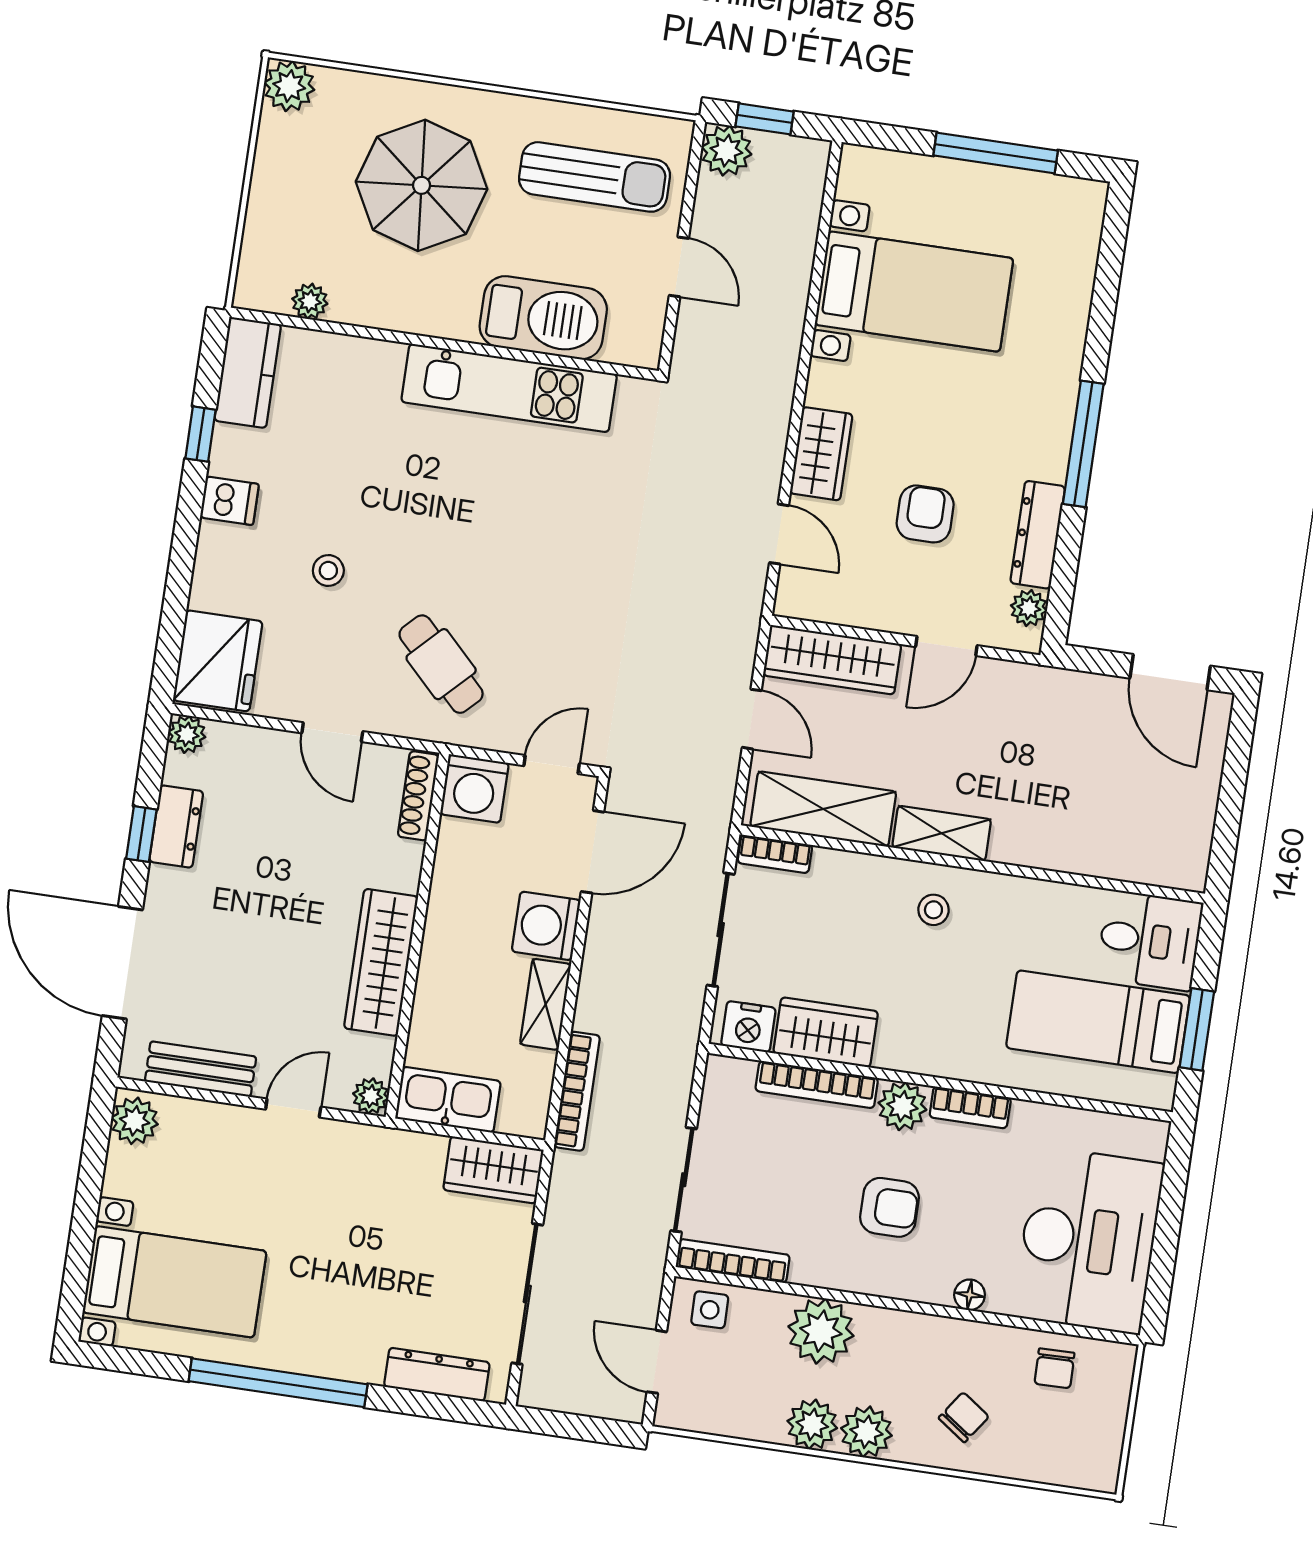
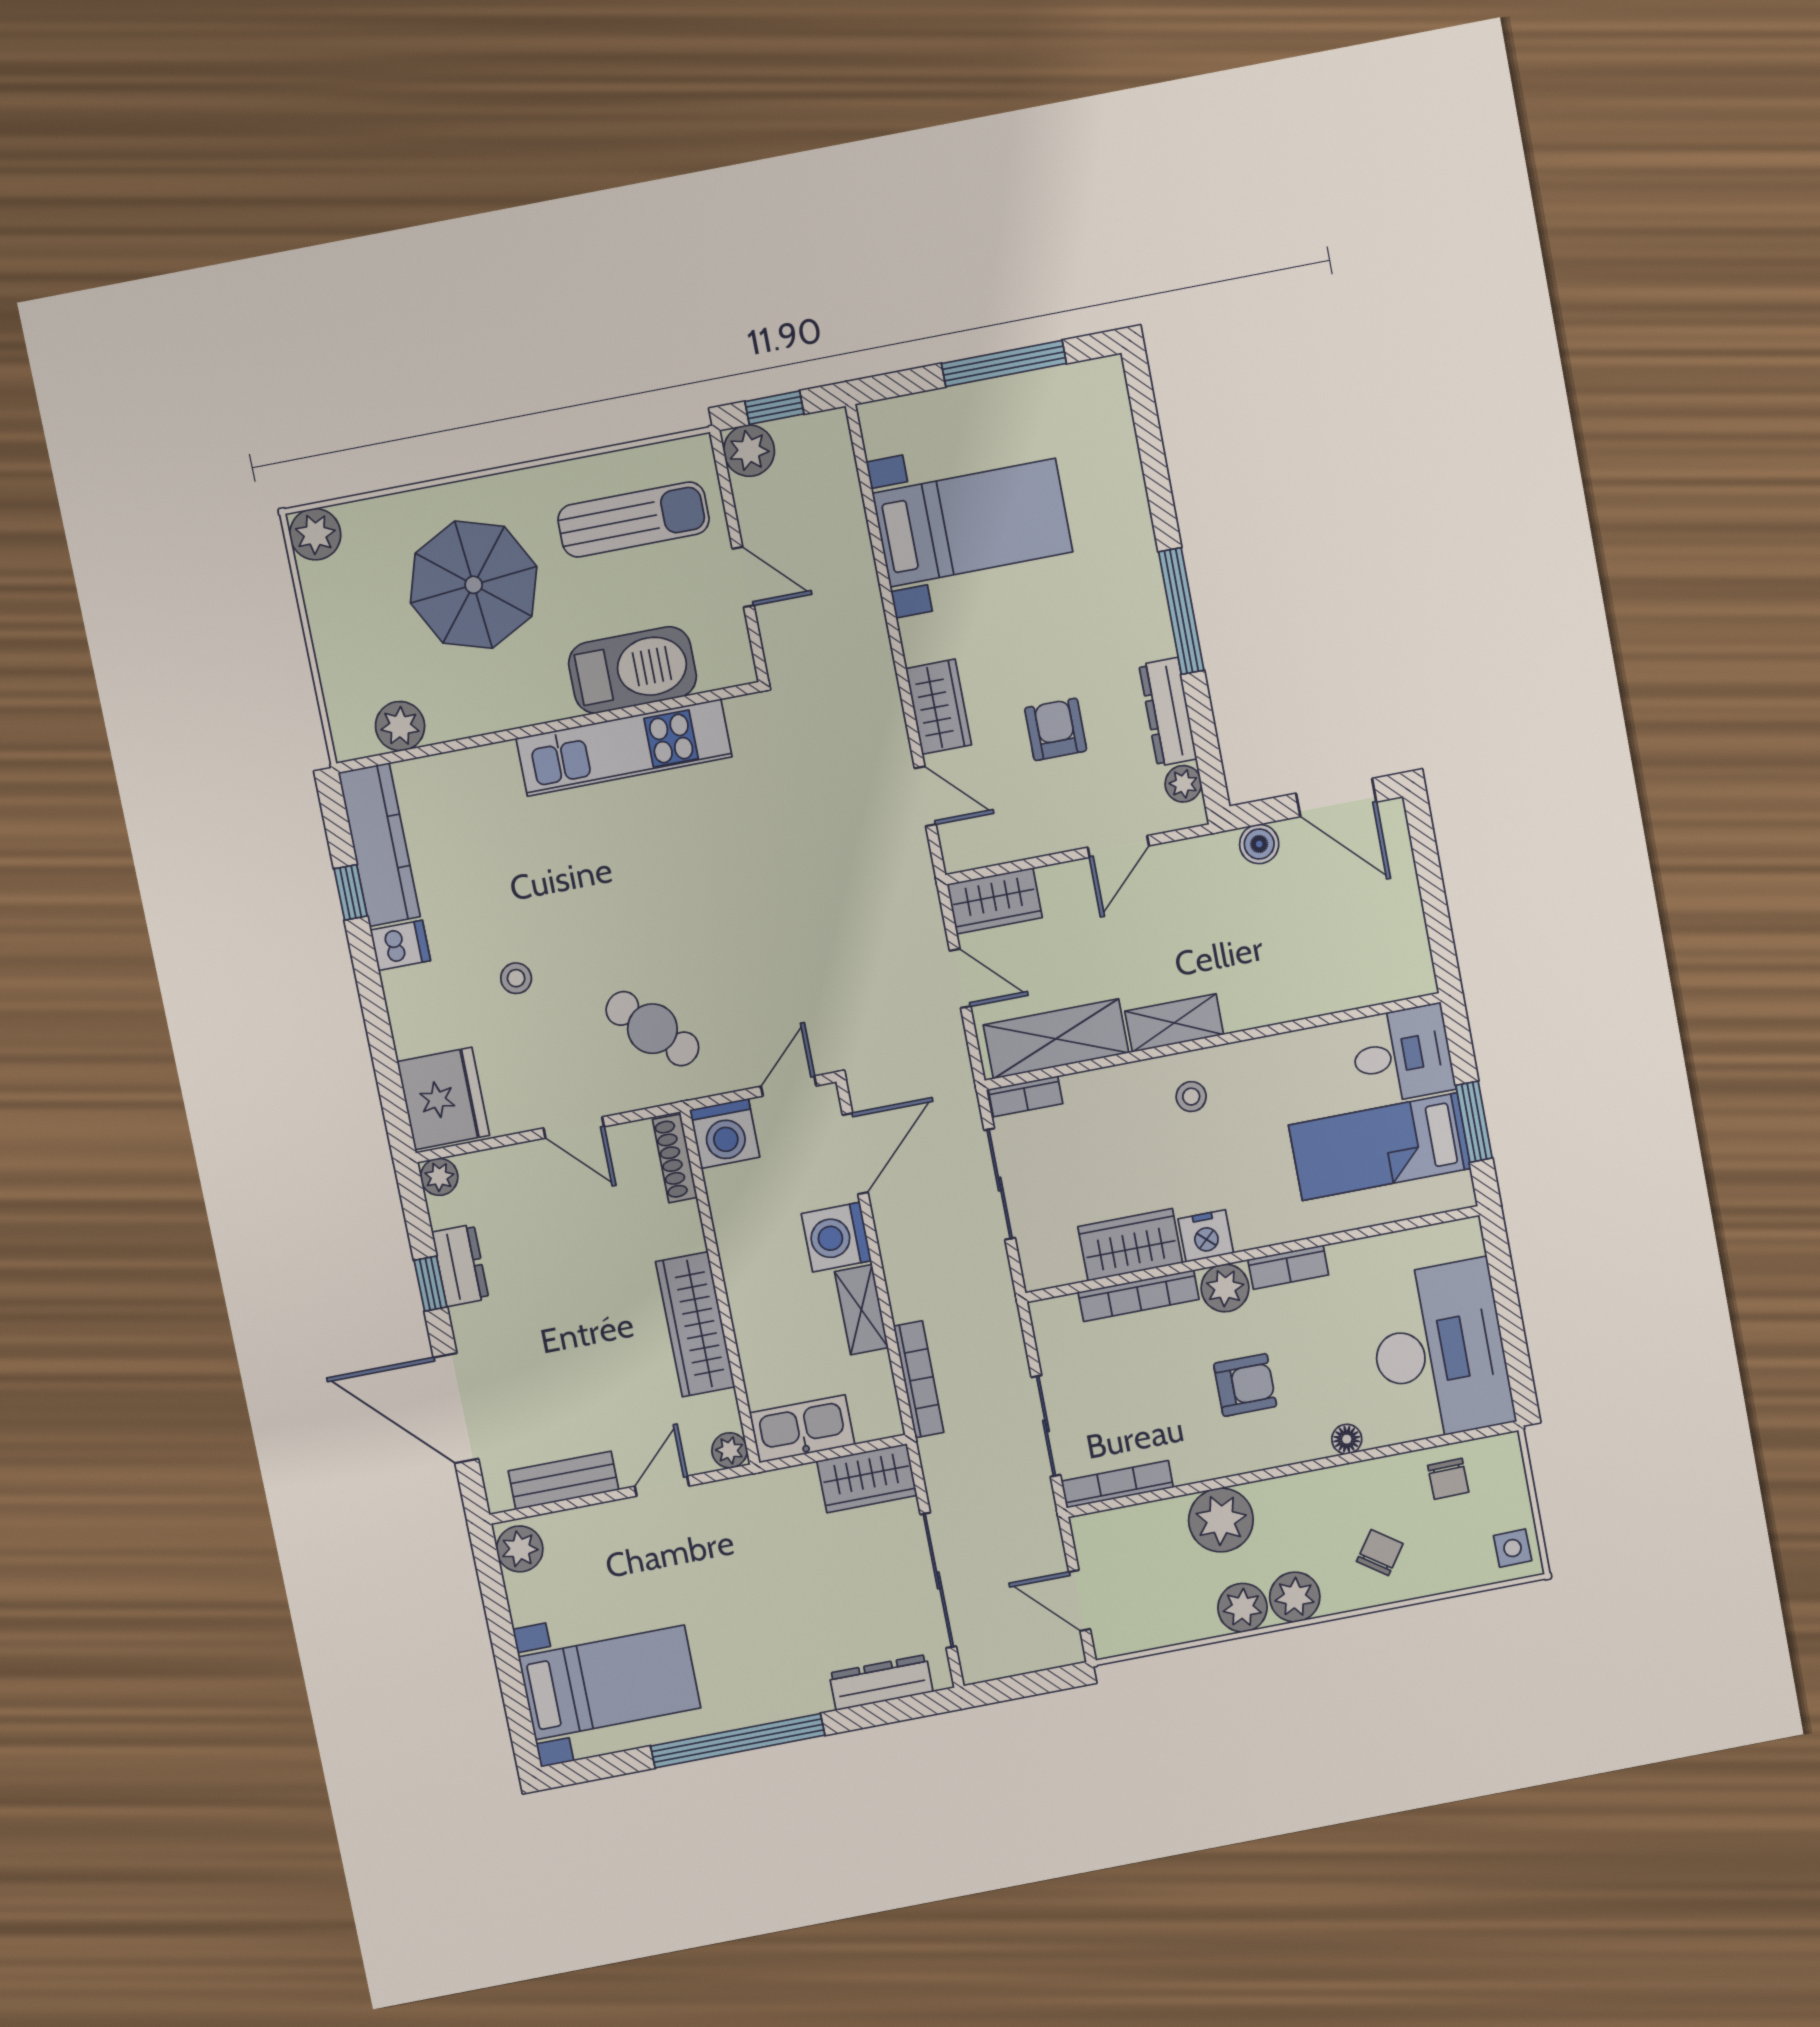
plant: (310, 301) -> (400, 726), width x1.38, depth x1.38
kitchen counter: (248, 373) -> (379, 845), width x1.50
wardrobe: (832, 660) -> (995, 901), width x0.67
boiler: (1082, 691) -> (1259, 844), added
nightstand: (748, 1027) -> (1206, 1236), moved
side table: (710, 1310) -> (1513, 1548), moved

